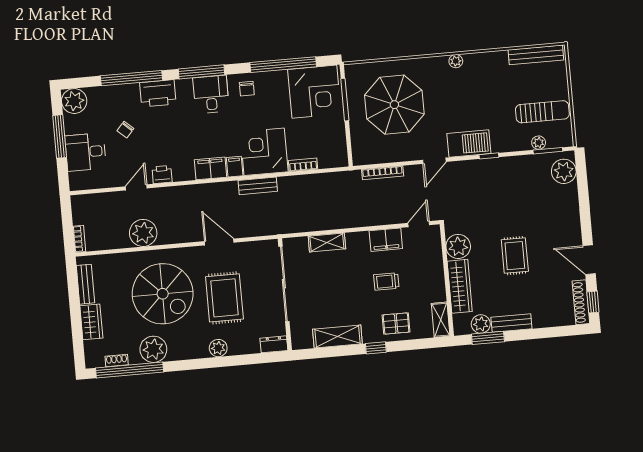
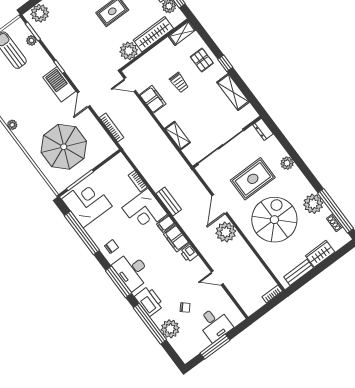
desk: (211, 94) -> (132, 271), width x1.37
plant: (74, 101) -> (170, 329), moved
door: (434, 161) -> (84, 99), swing flipped
printer: (162, 174) -> (189, 253), moved
plant: (143, 233) -> (226, 232), moved

